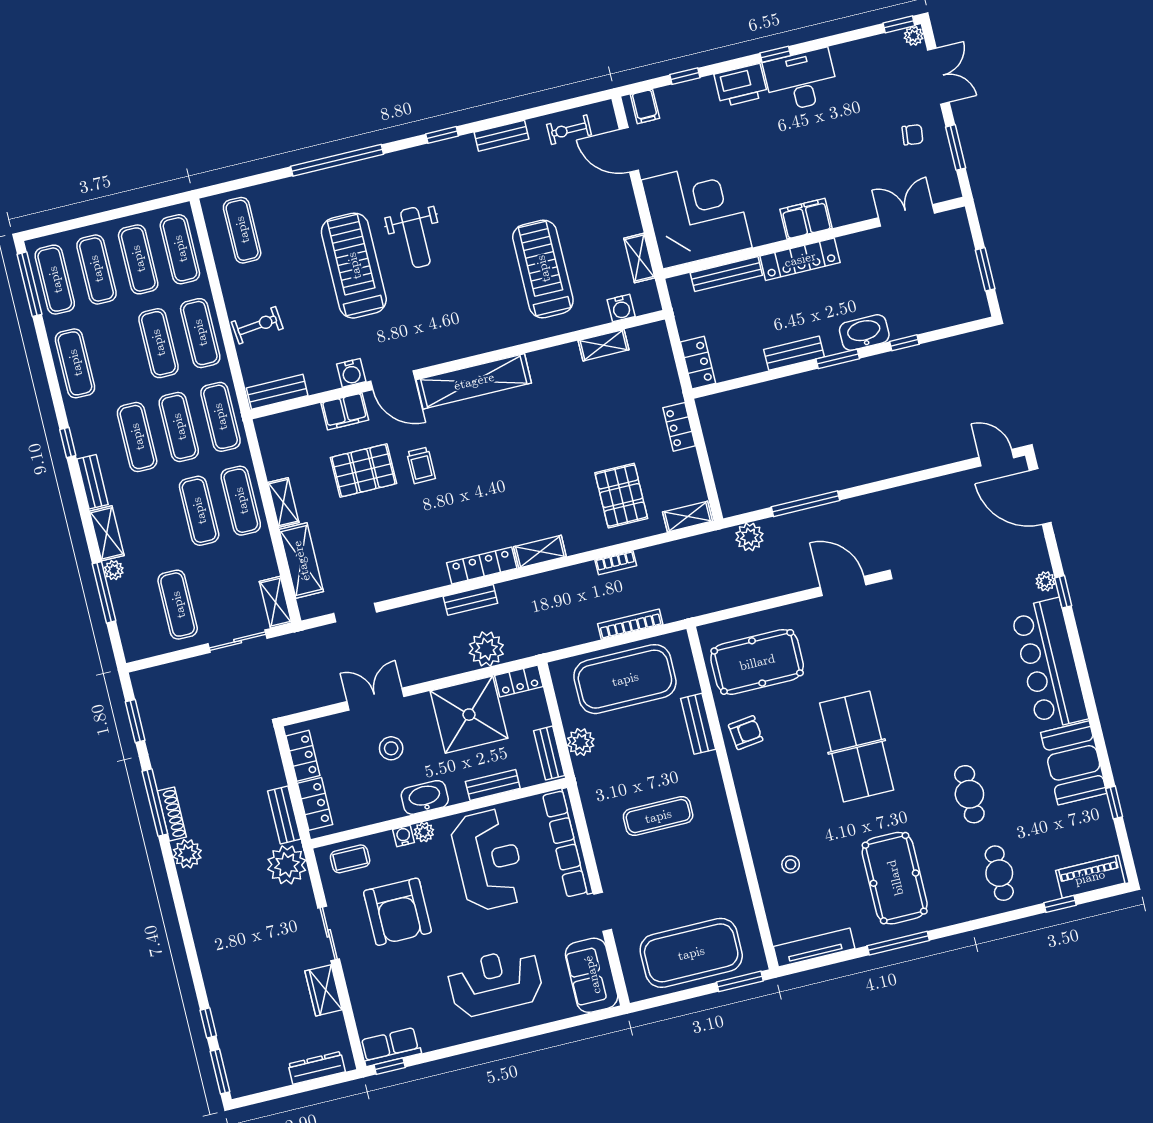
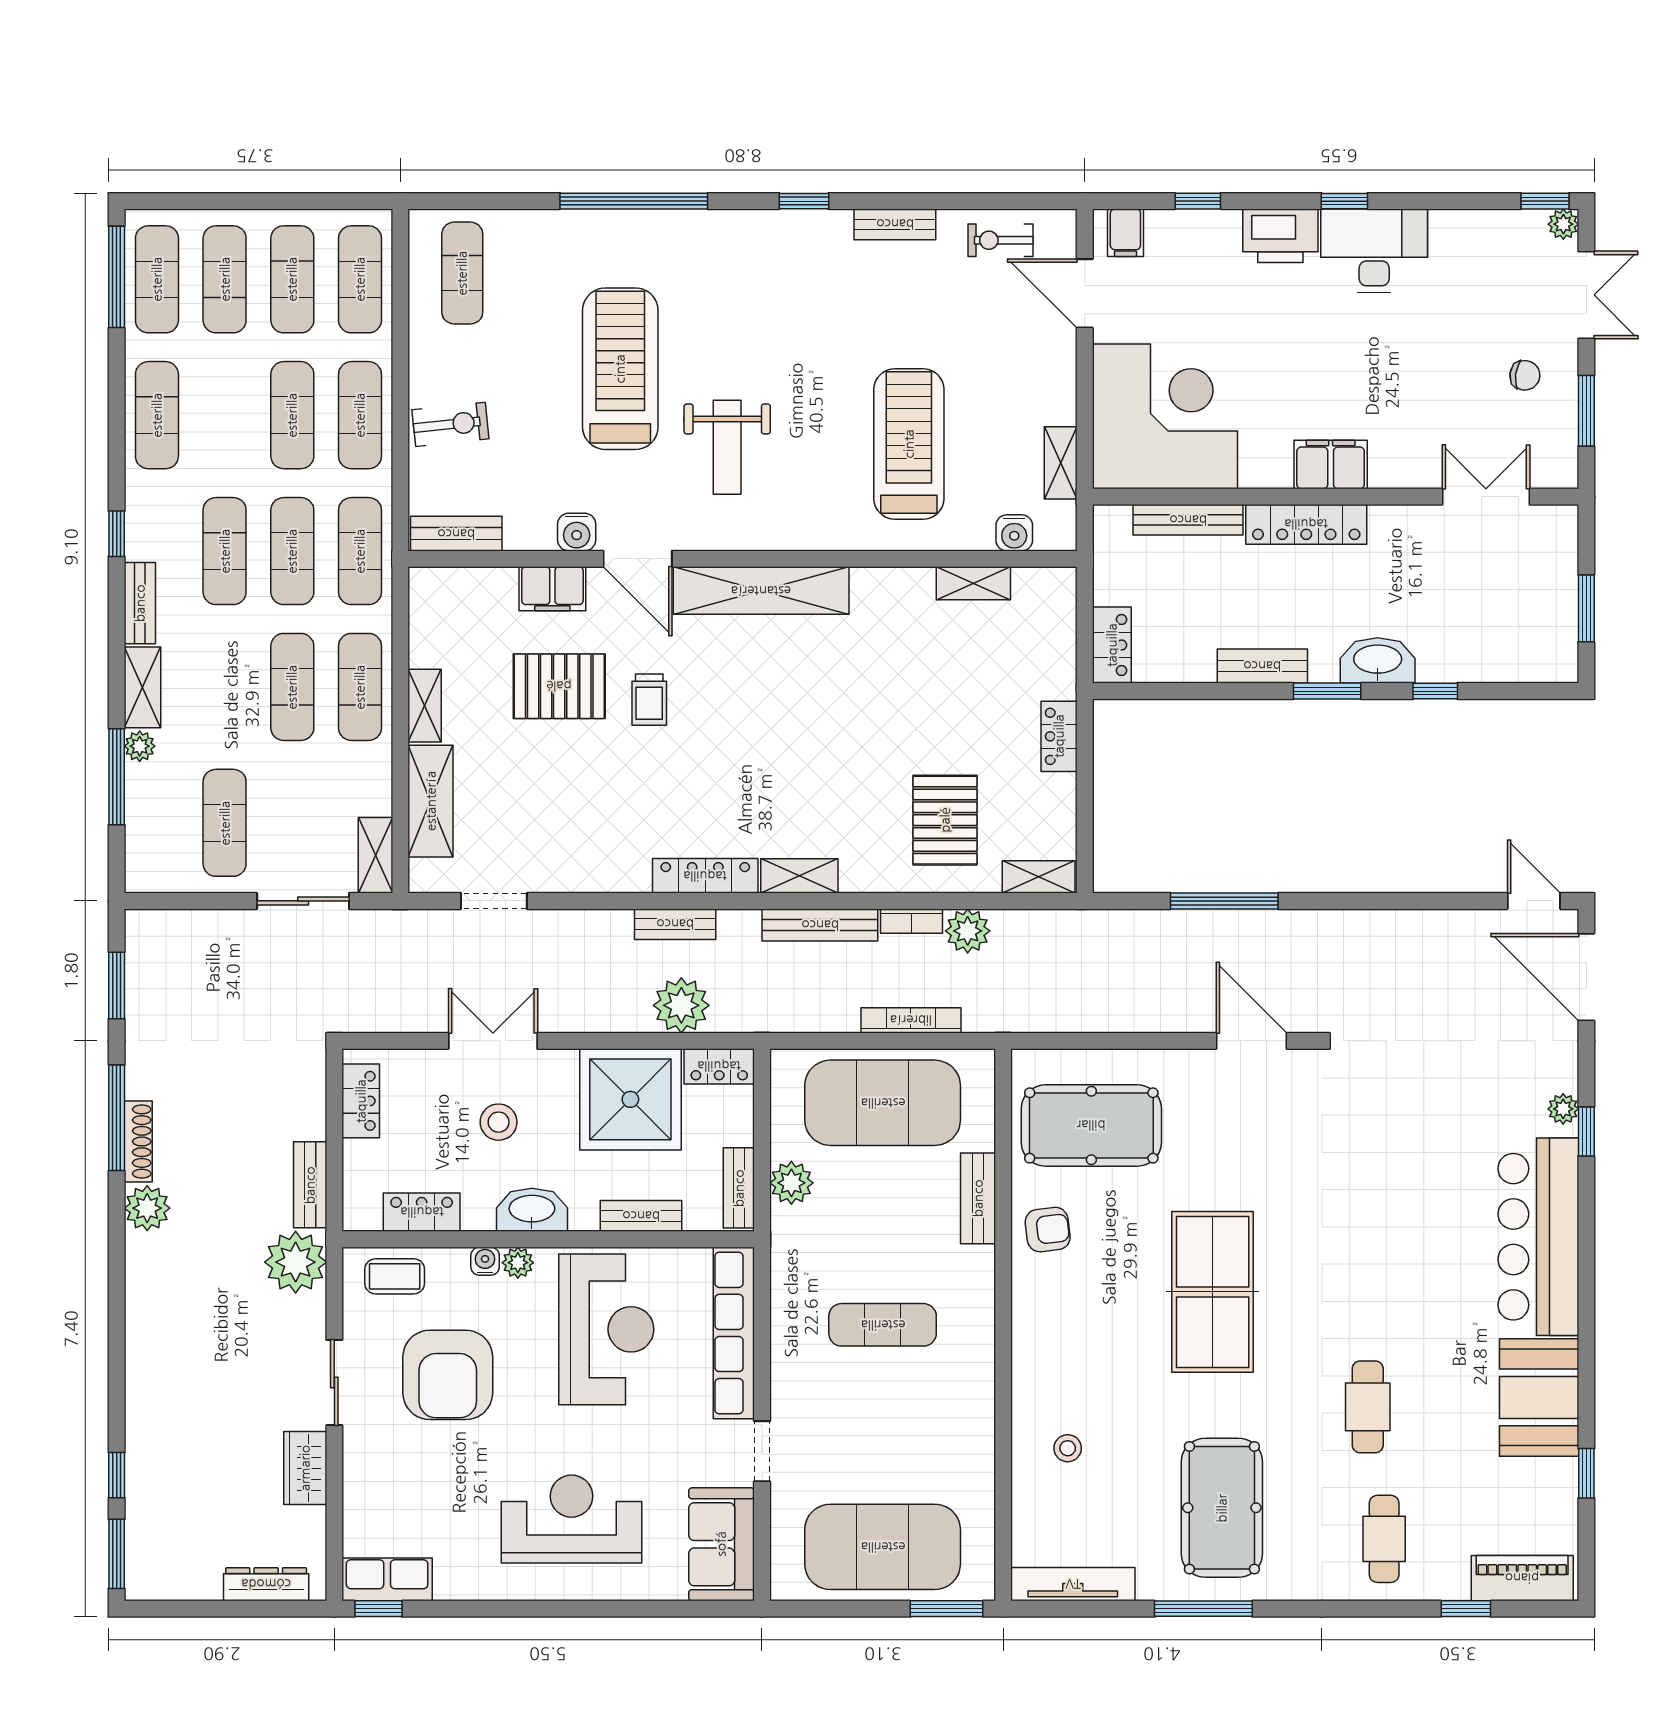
weight bench: (415, 238) -> (727, 447), moved
plant: (749, 537) -> (968, 931), moved
bench: (560, 579) -> (820, 925), added
locker: (315, 804) -> (422, 1212), moved, turned -90

